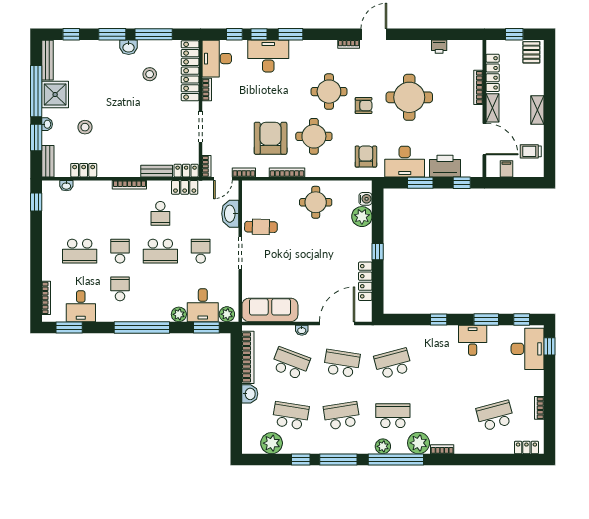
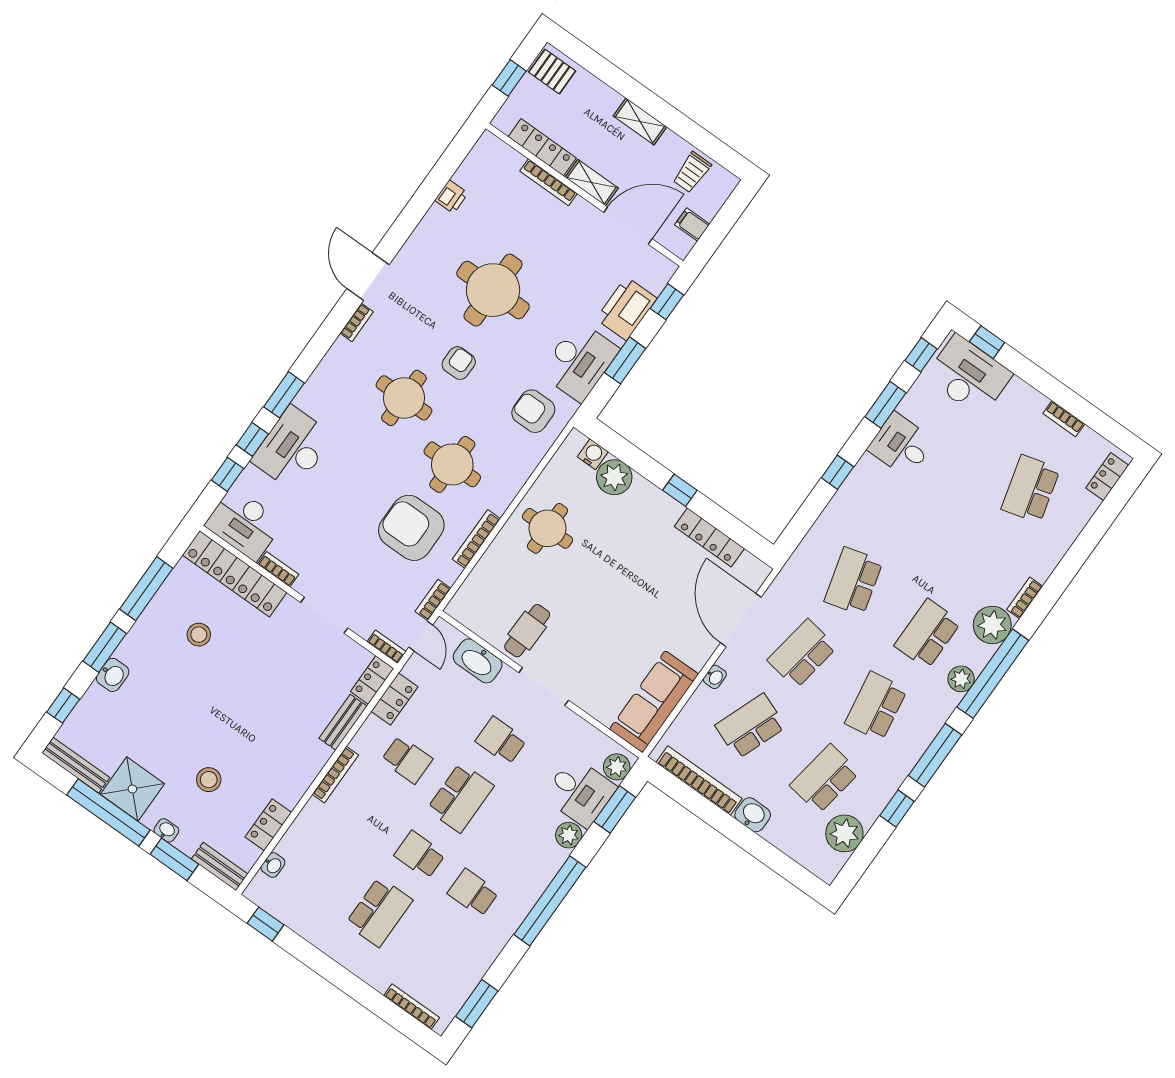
washbasin: (129, 47) -> (113, 675), moved
desk: (81, 306) -> (458, 966), removed

